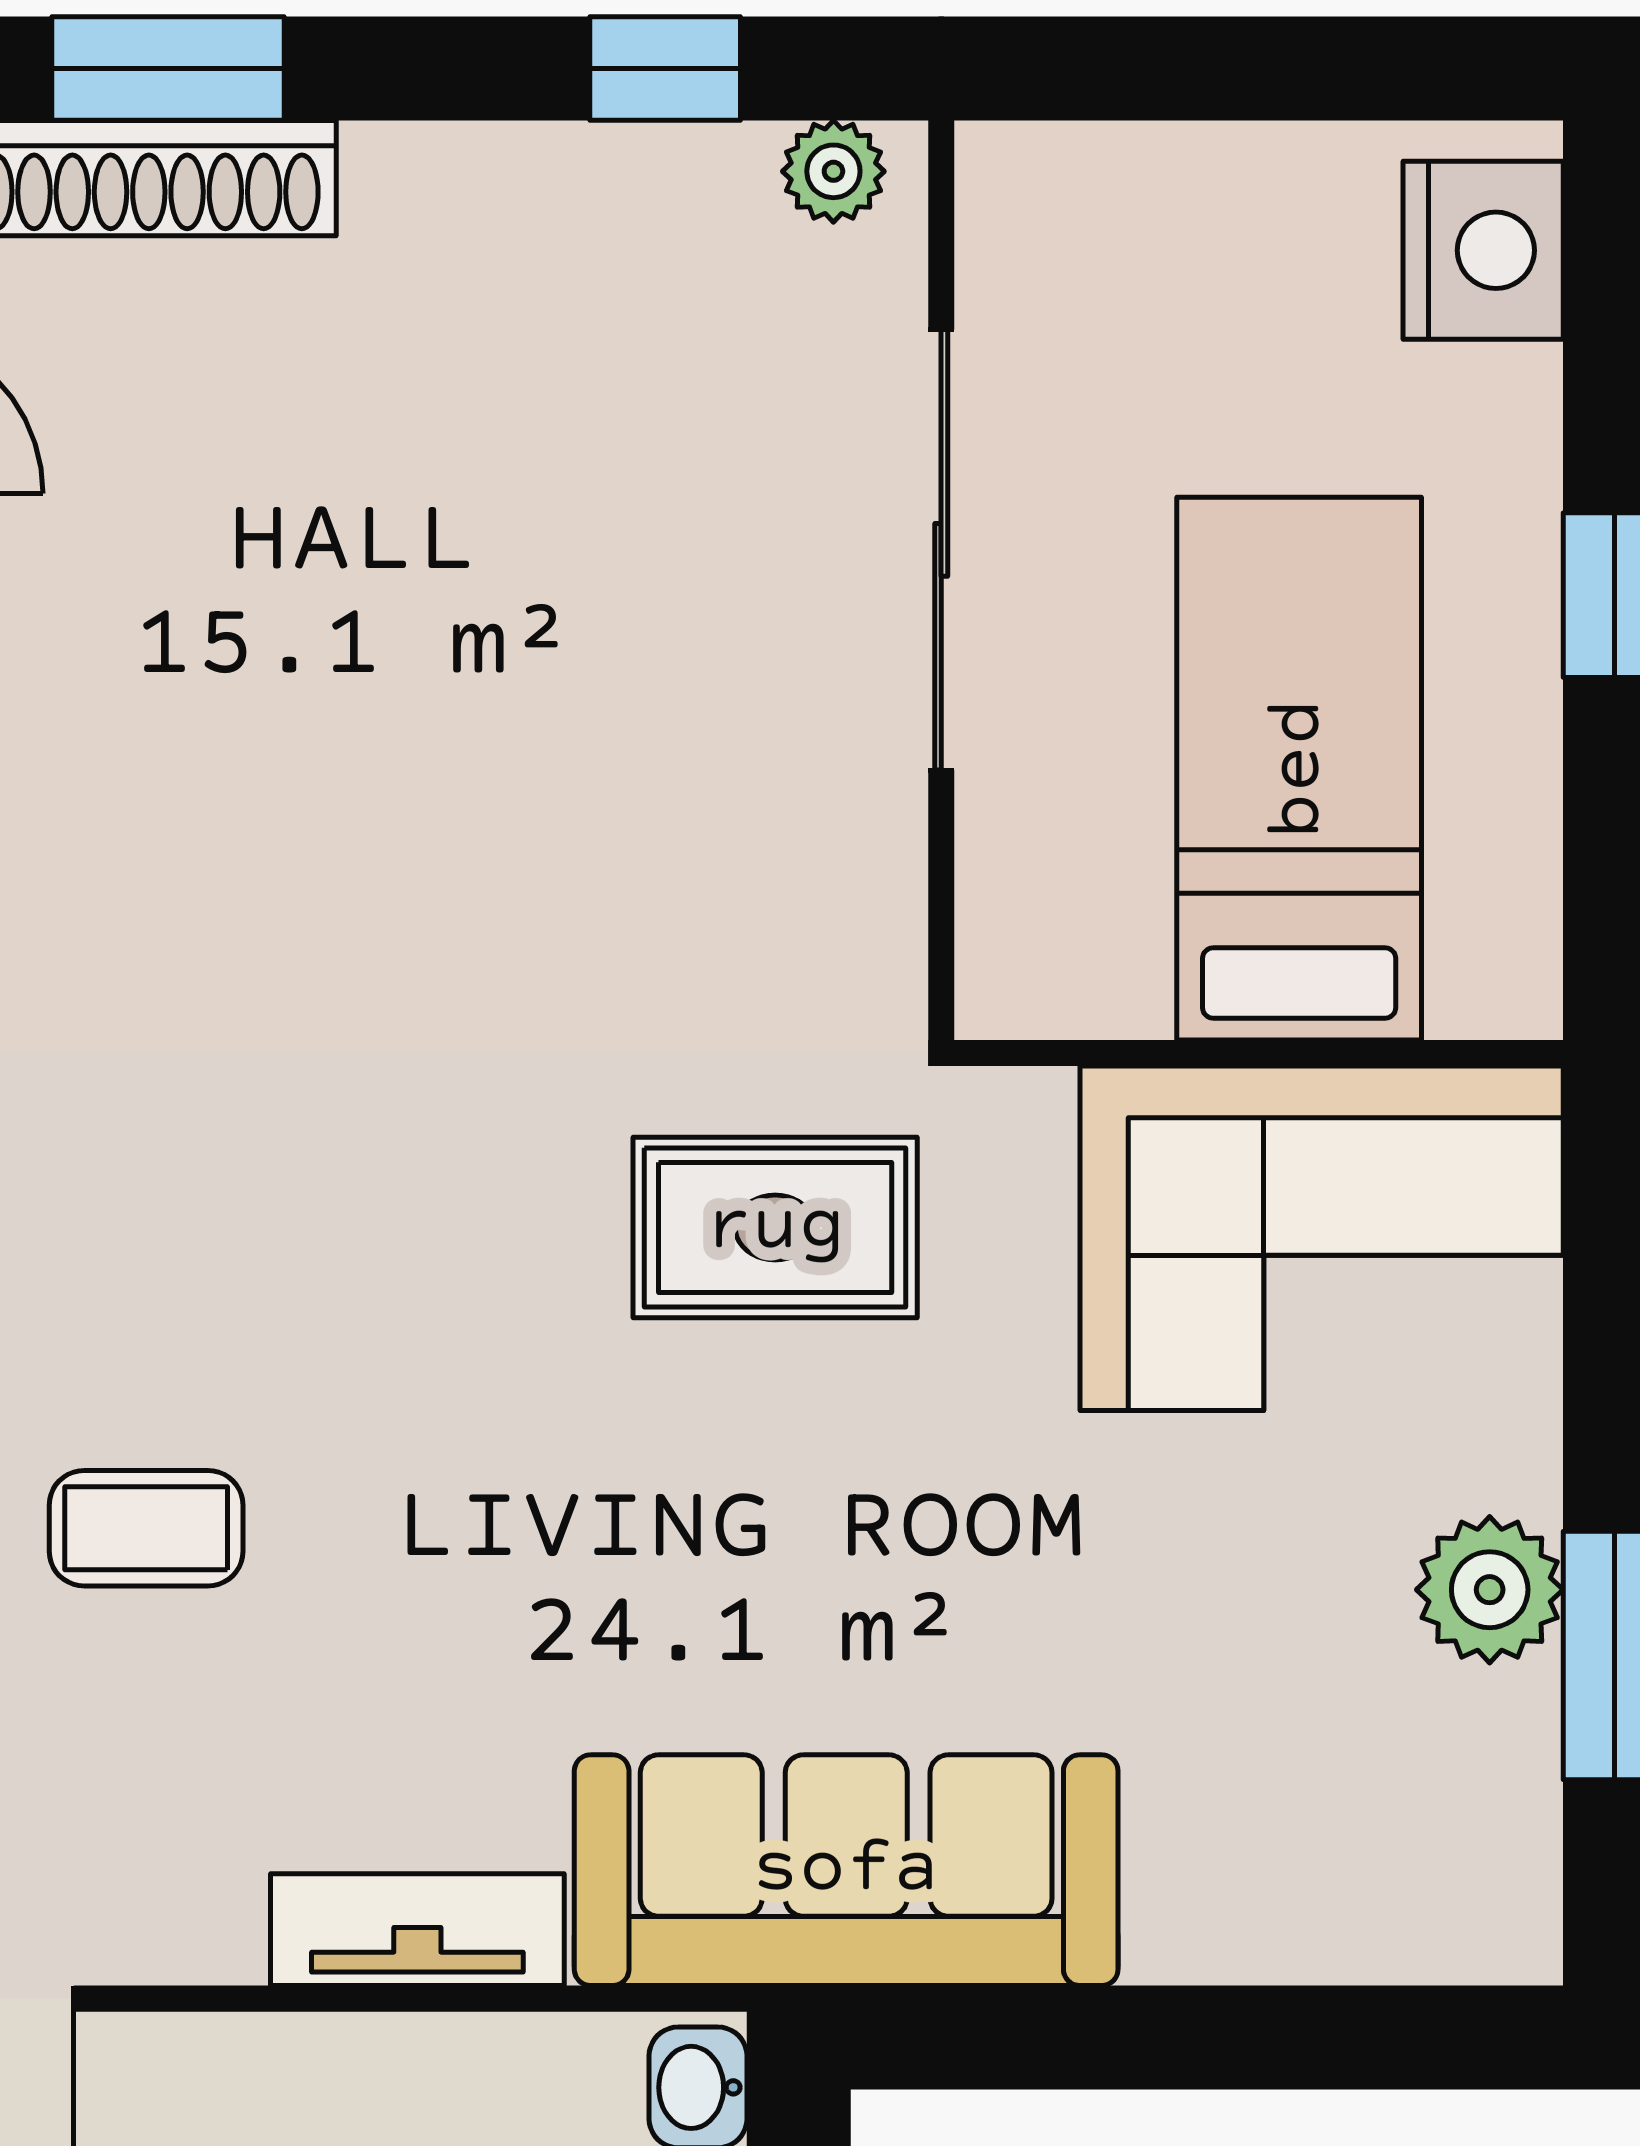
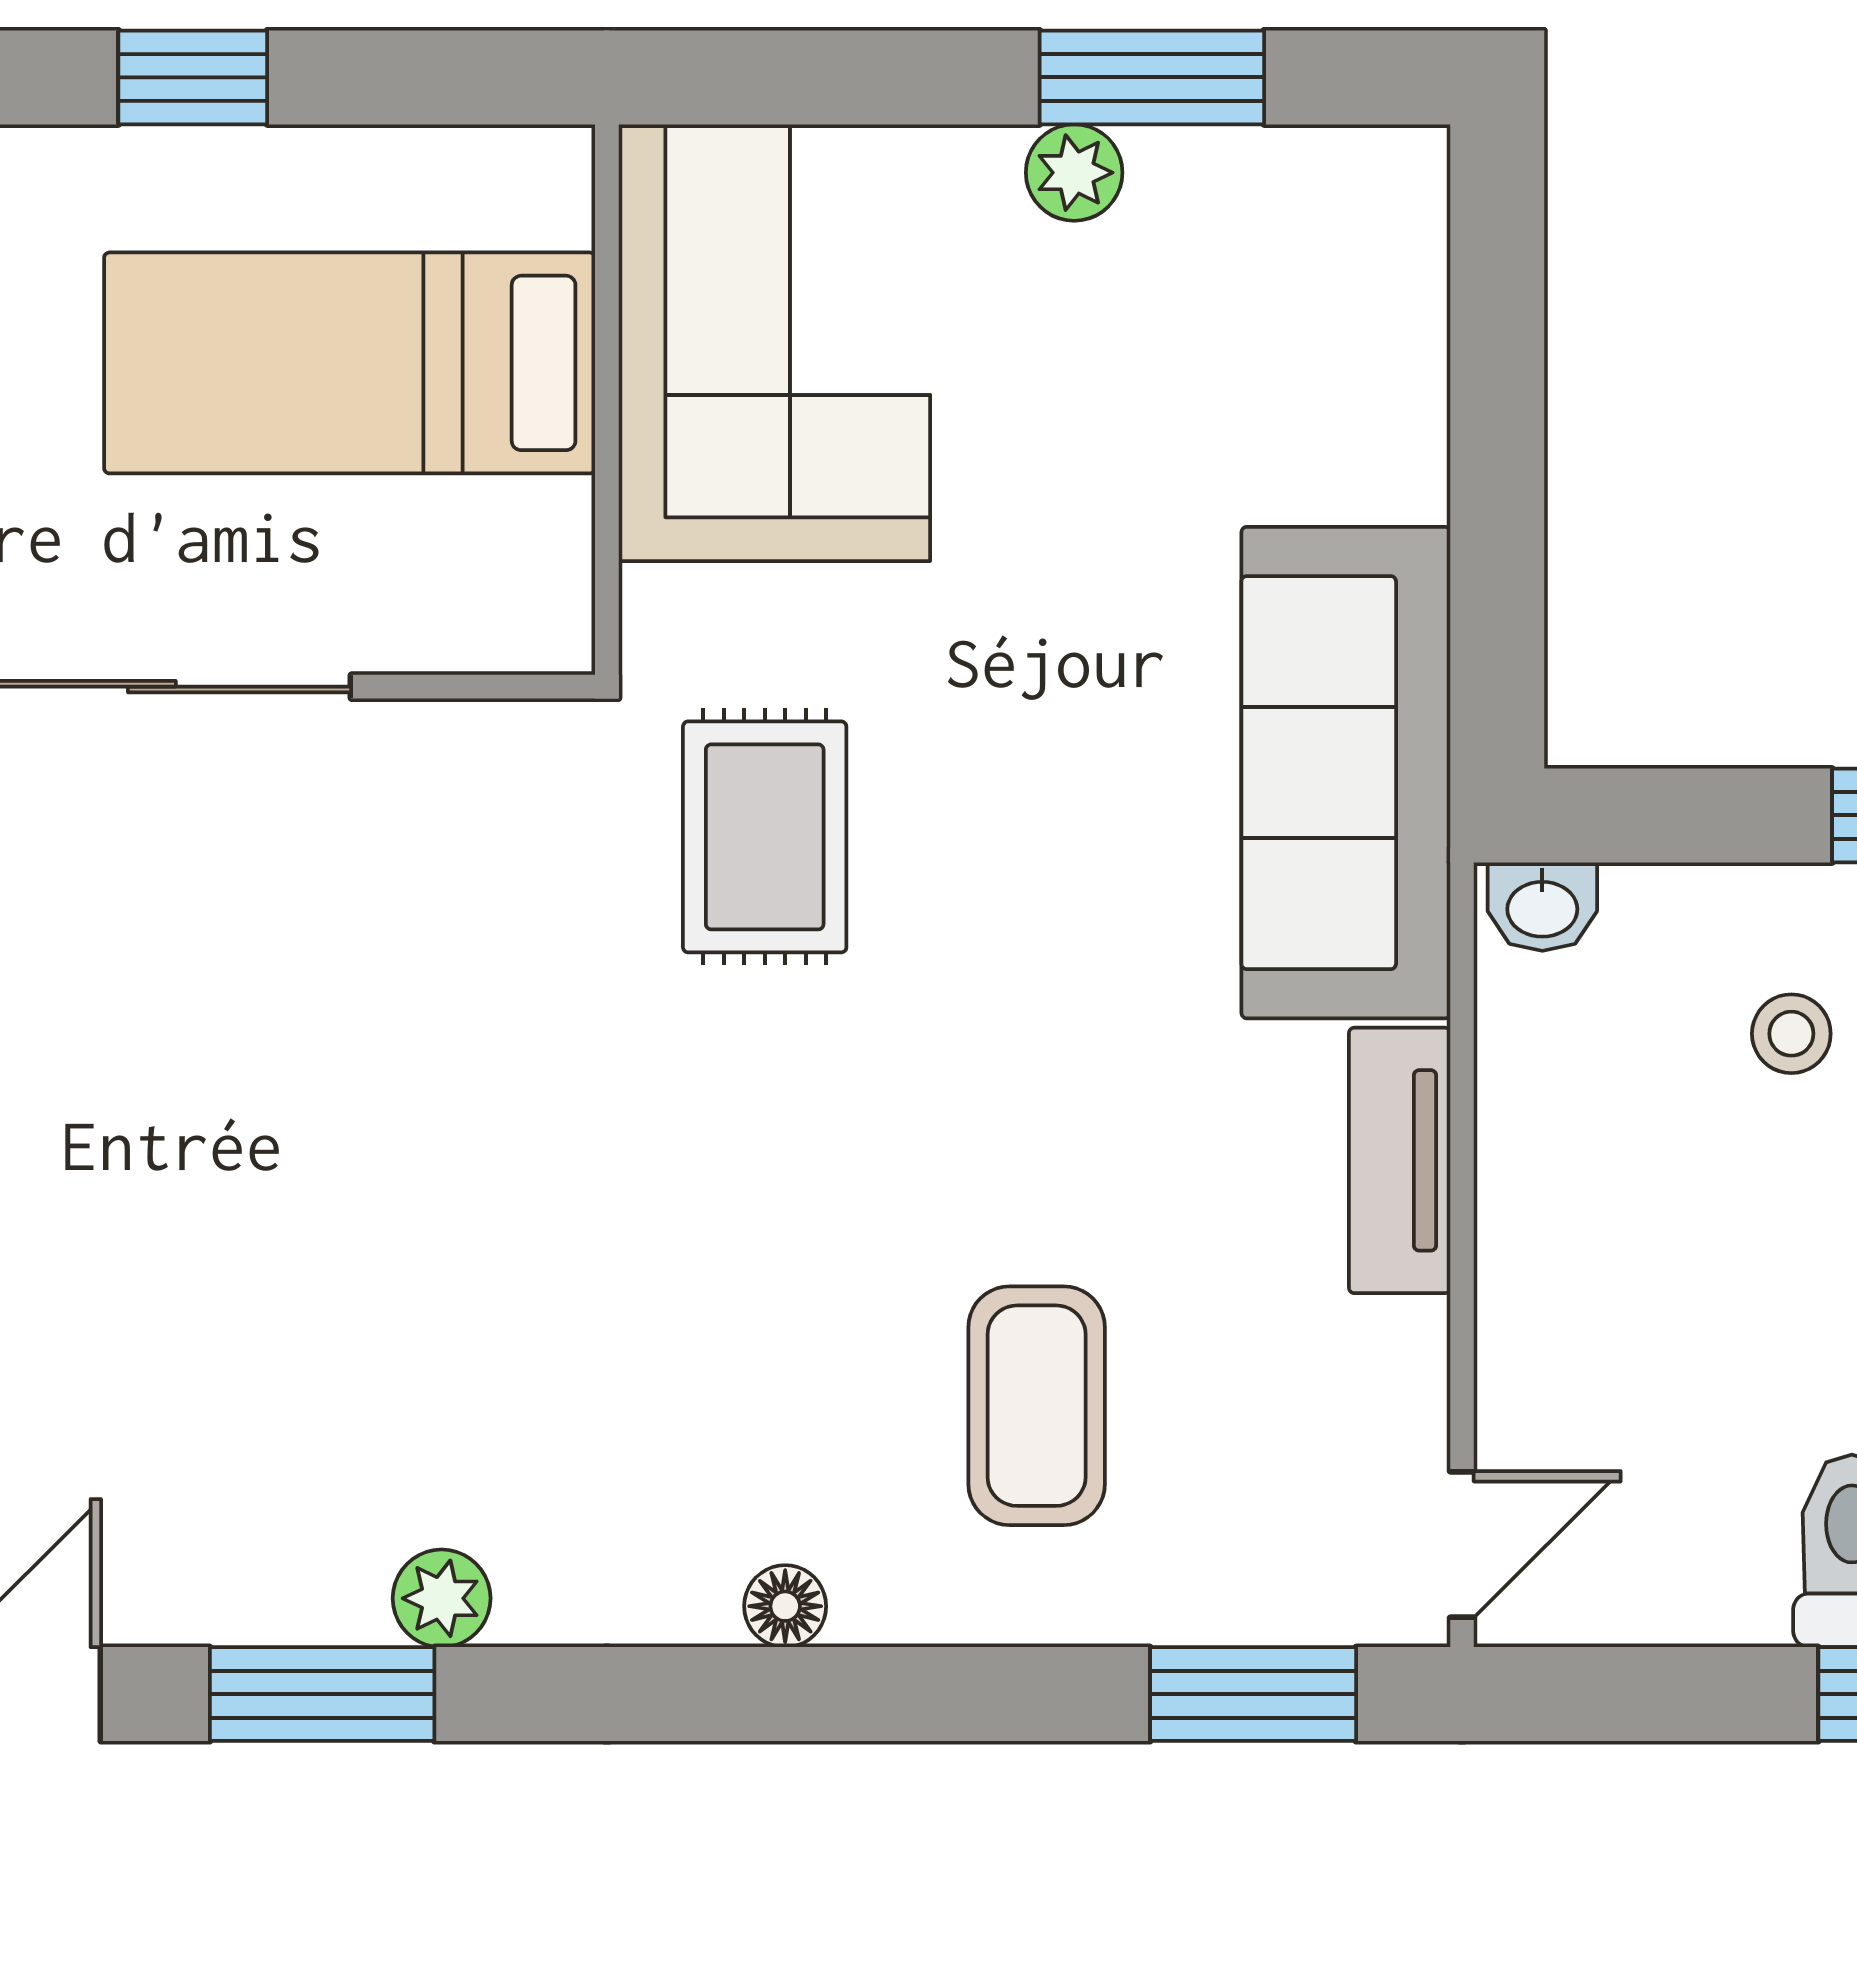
coffee table: (146, 1528) -> (1037, 1406), width x1.36, depth x1.30
plant: (1490, 1590) -> (1074, 173), width x0.73, depth x0.73

